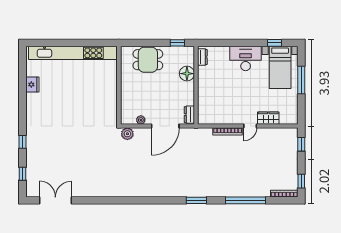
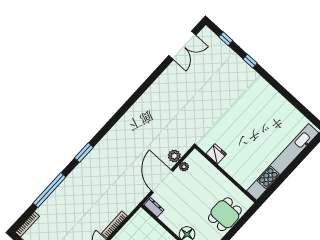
fridge: (32, 84) -> (216, 154), moved, turned 180
plant: (127, 134) -> (174, 156), moved

